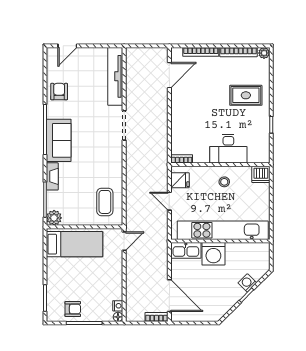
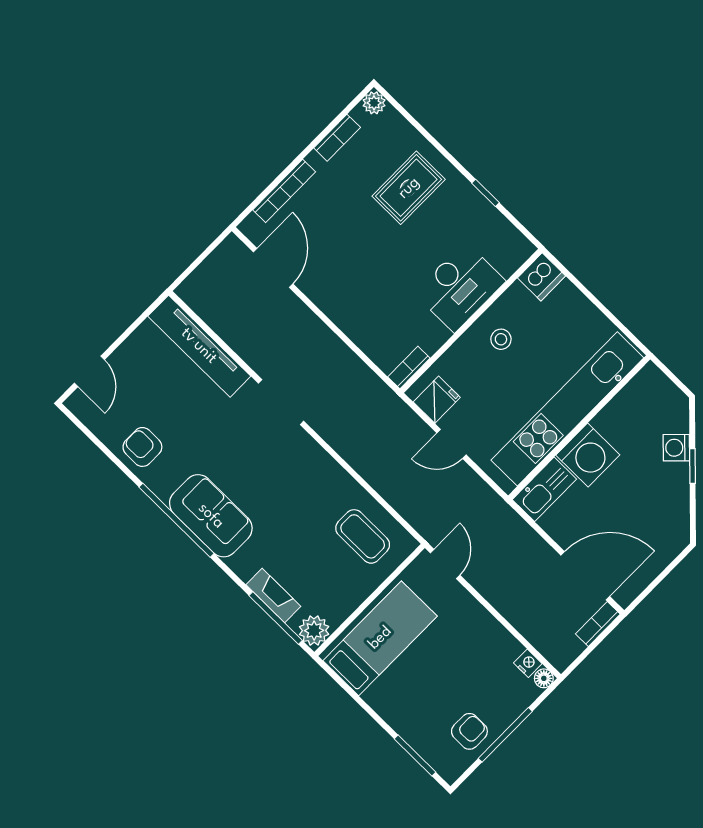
bookcase: (239, 52) -> (337, 138), width x0.64
fireplace: (52, 176) -> (273, 595), moved

